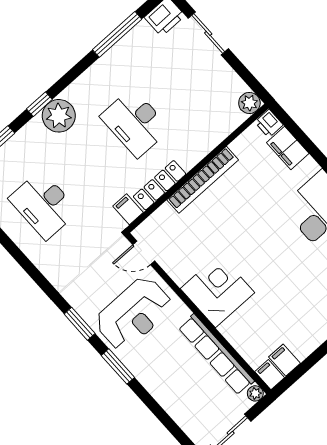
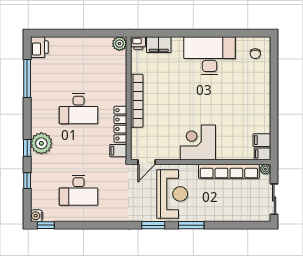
sliding door: (208, 33) -> (67, 33), removed

